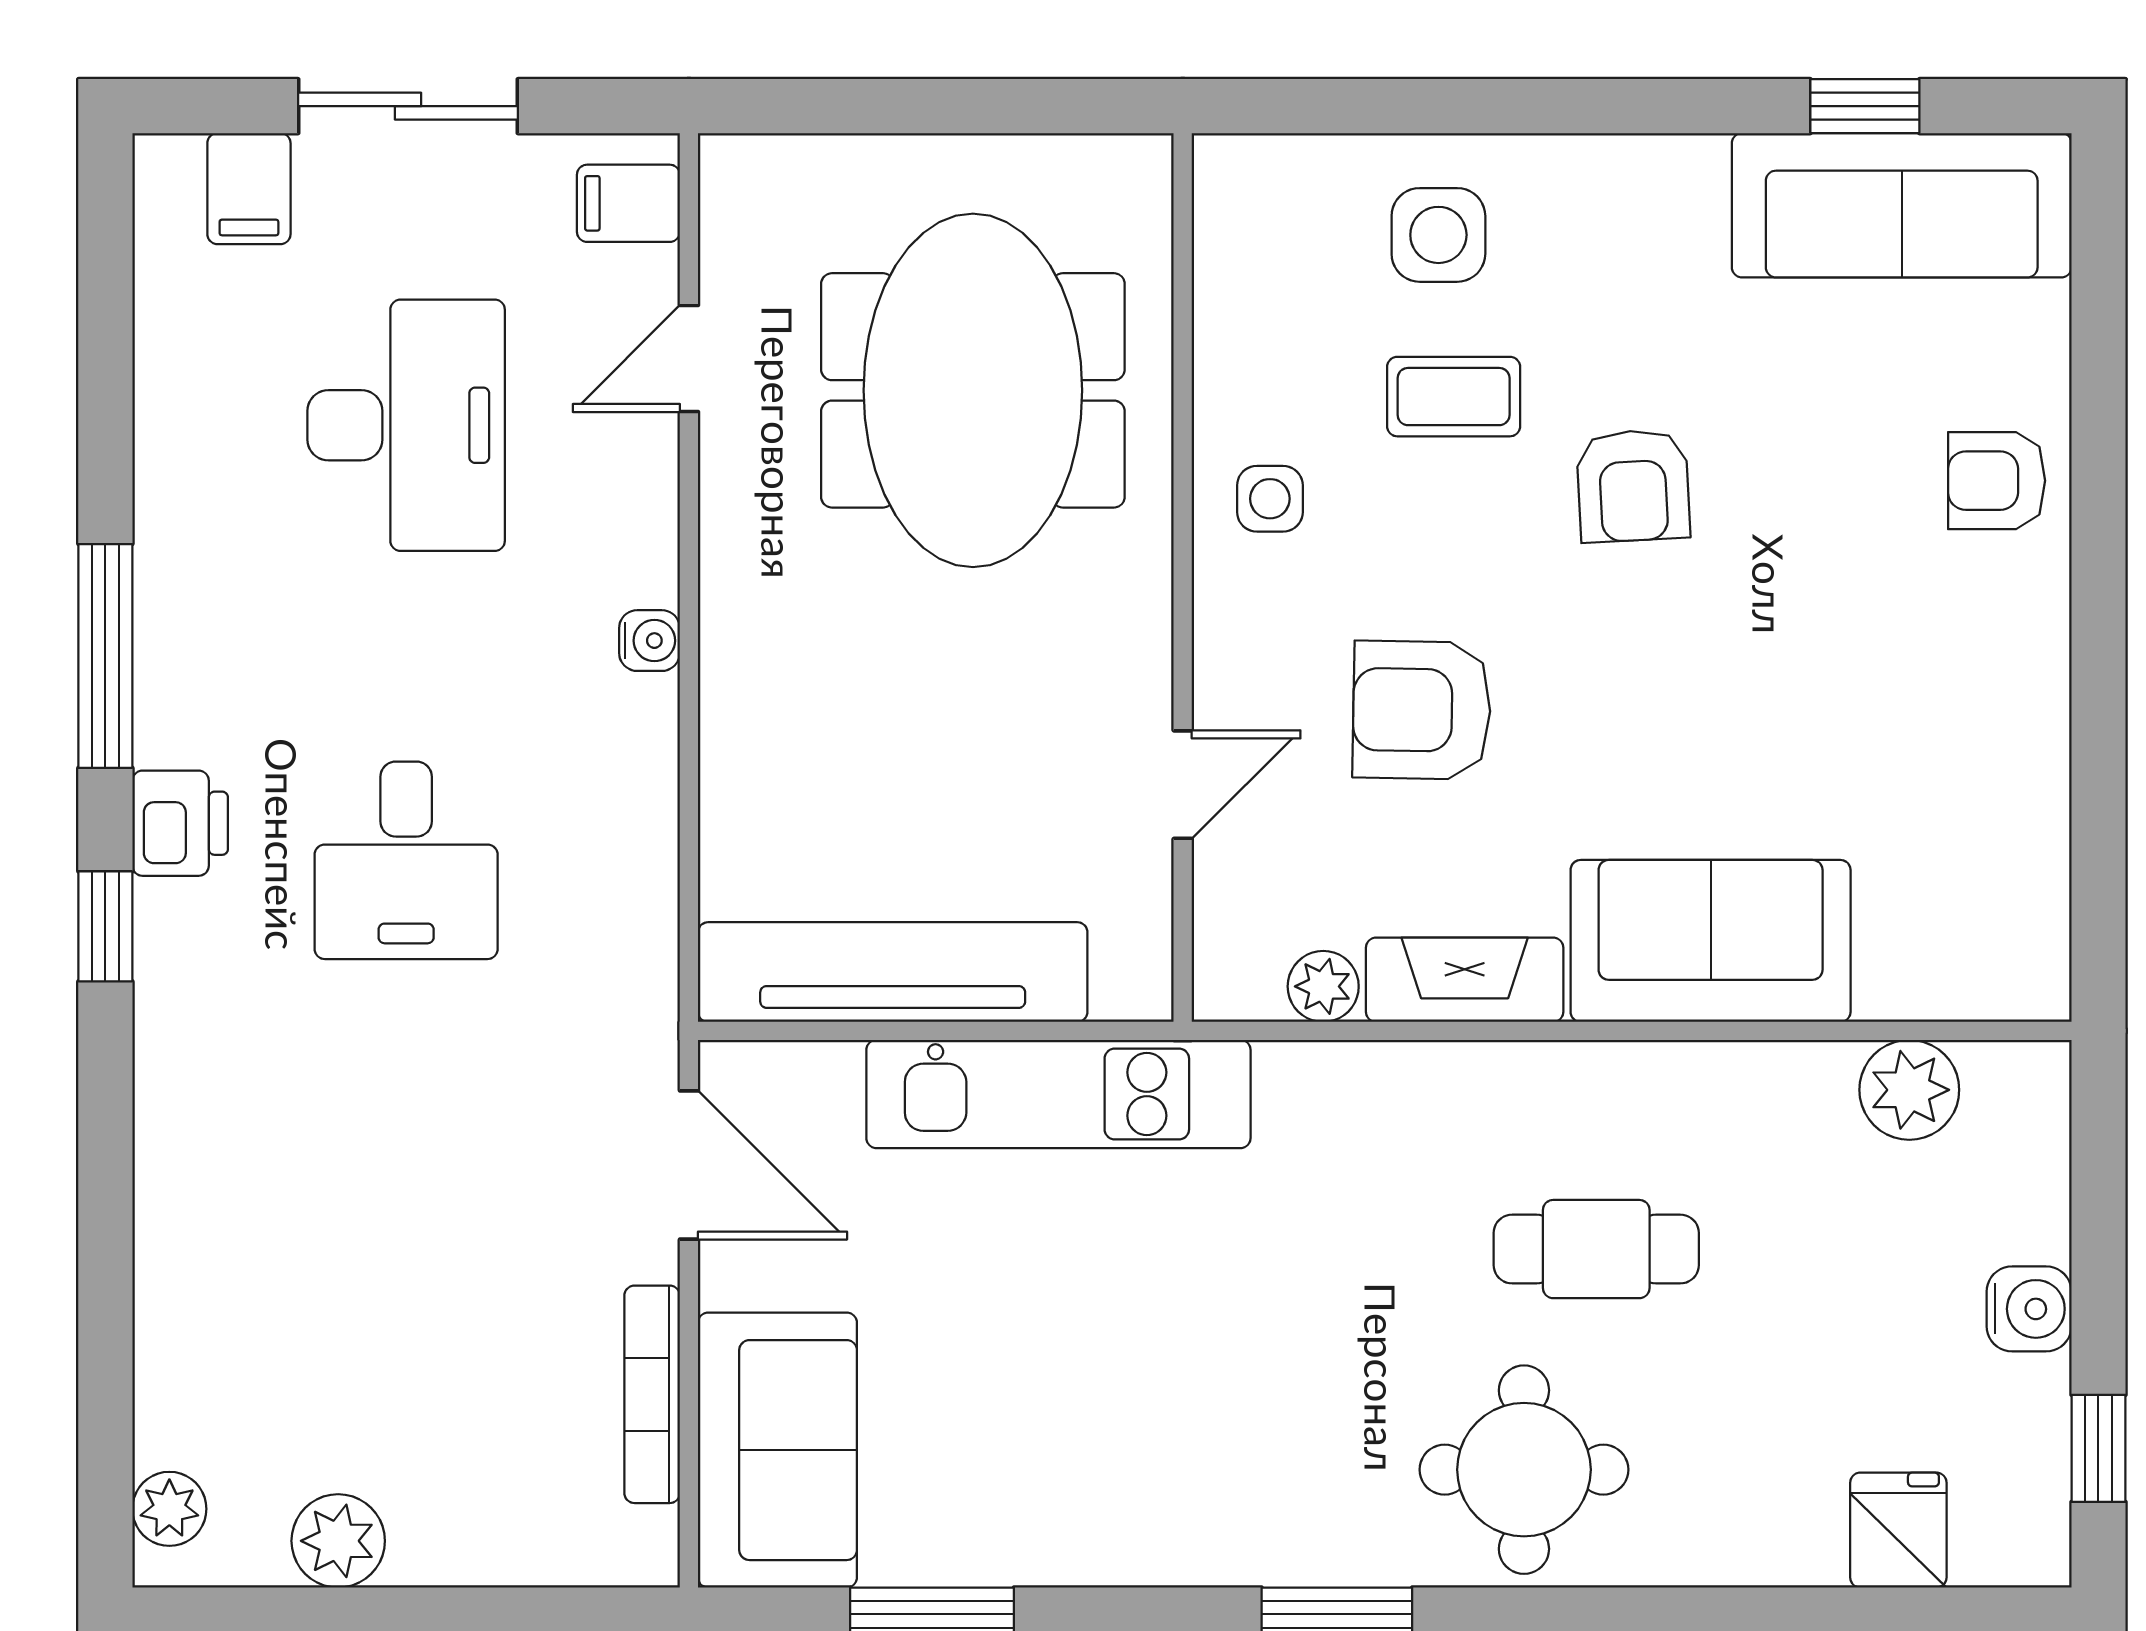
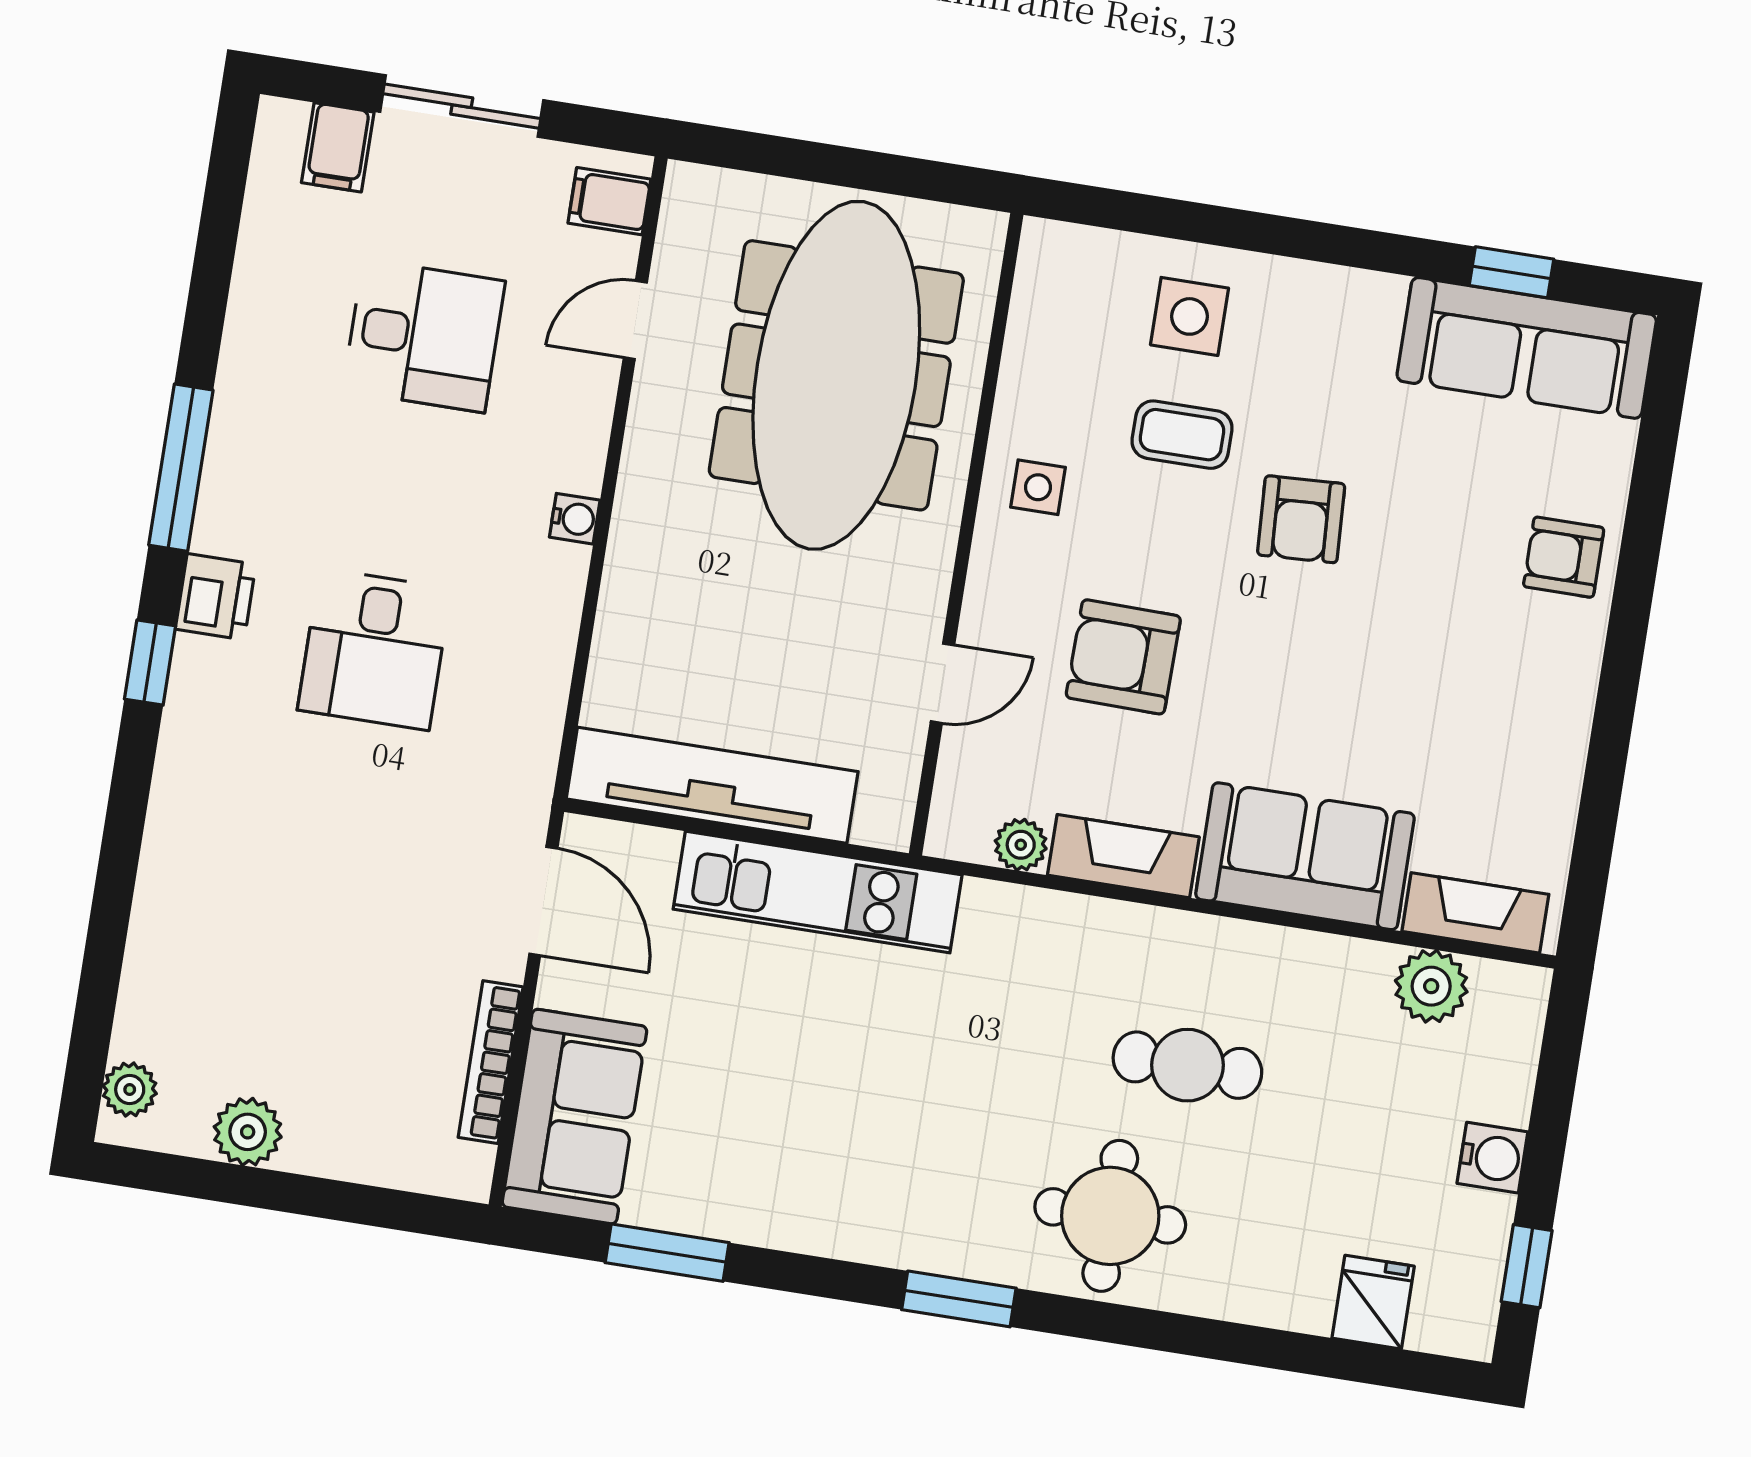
meeting table: (973, 390) -> (836, 375), width x1.36
desk: (406, 425) -> (424, 336), width x0.73
fireplace: (1953, 981) -> (1475, 913), added

